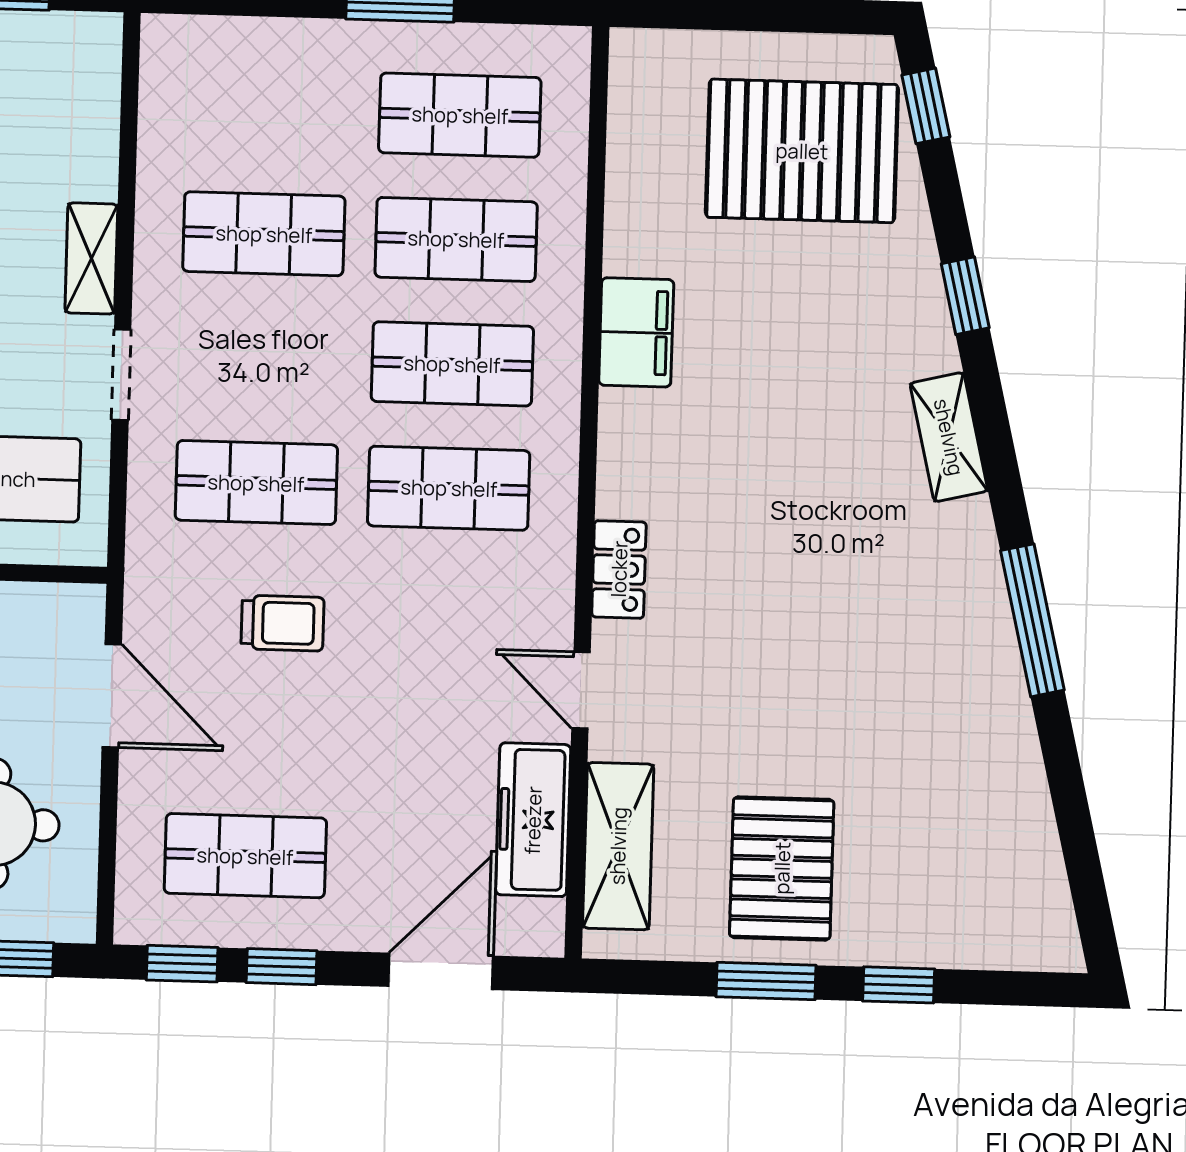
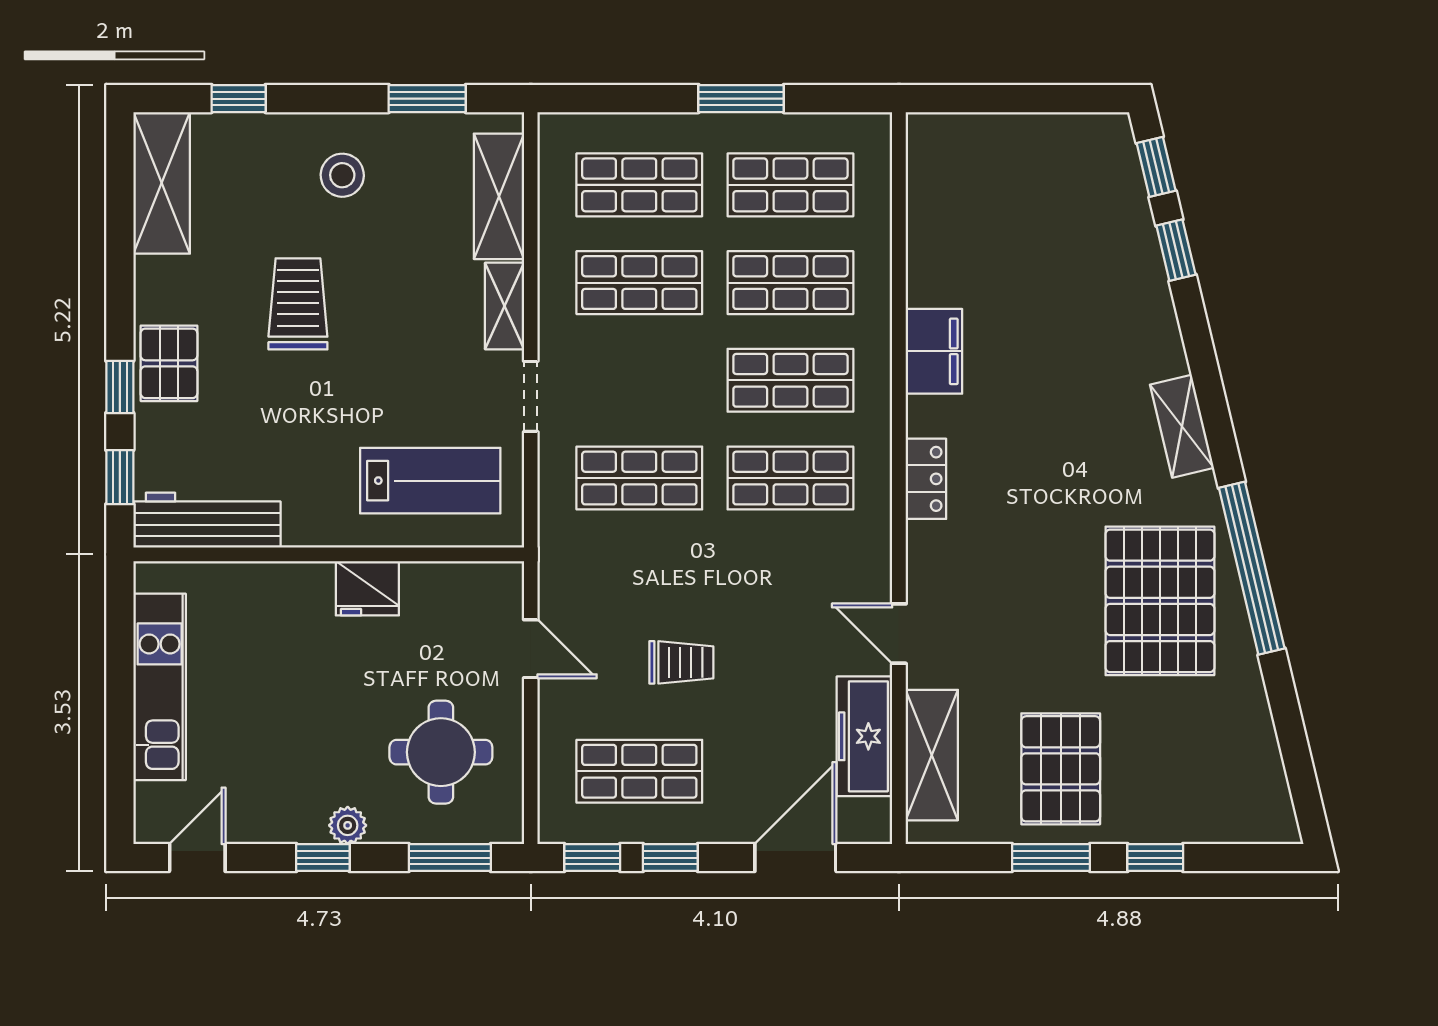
shop shelf: (267, 109) -> (639, 185), added
shelving: (88, 119) -> (499, 196), added
pallet: (802, 151) -> (1160, 601), moved, turned 90
window: (965, 296) -> (1176, 250), moved
locker: (619, 569) -> (926, 479), moved
window: (1032, 620) -> (1252, 568), width x1.46
trolley: (283, 623) -> (681, 662), moved
door: (112, 696) -> (531, 649), width x0.73

